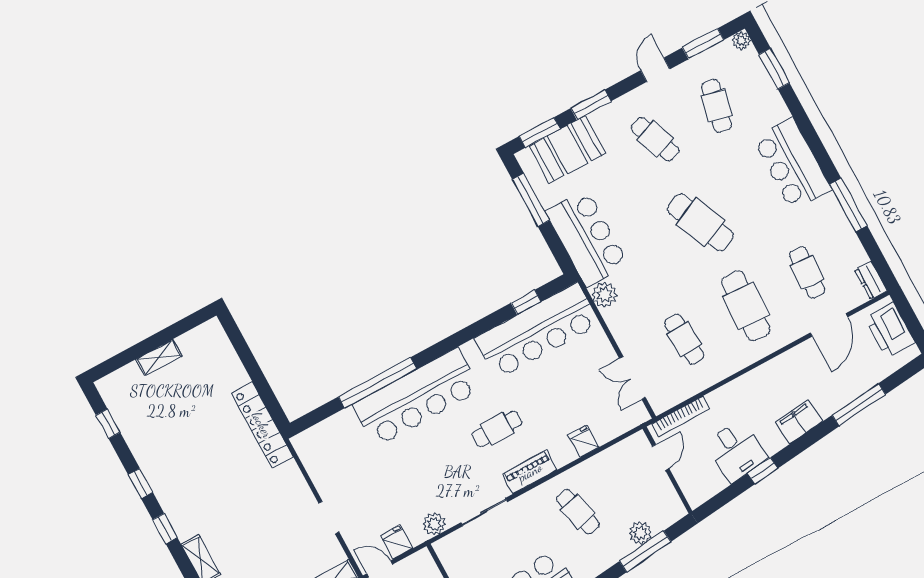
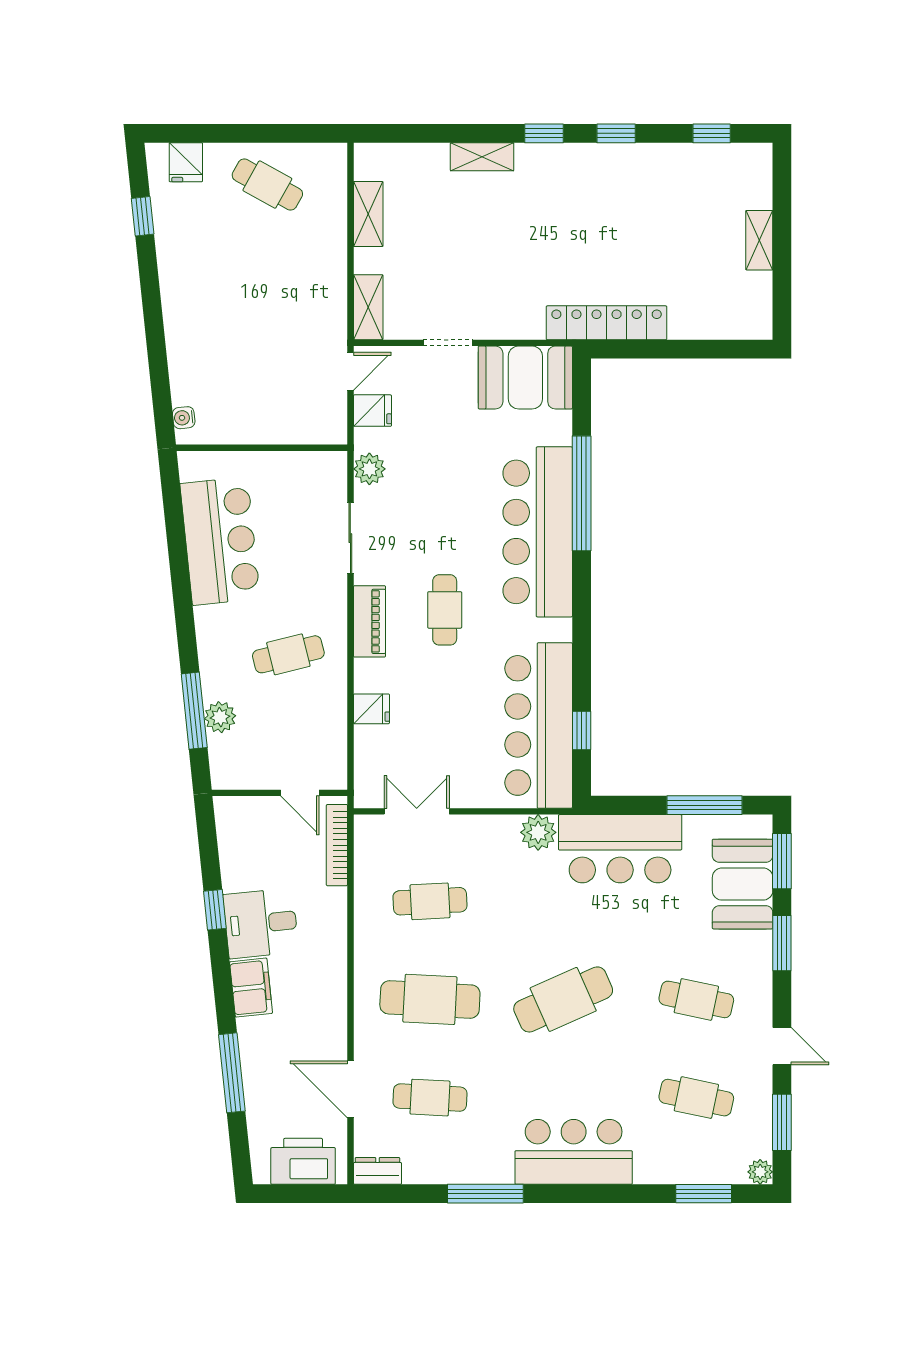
cafe table: (655, 139) -> (696, 999), turned 33
desk: (736, 451) -> (261, 923), moved
booth: (324, 457) -> (525, 378), added

